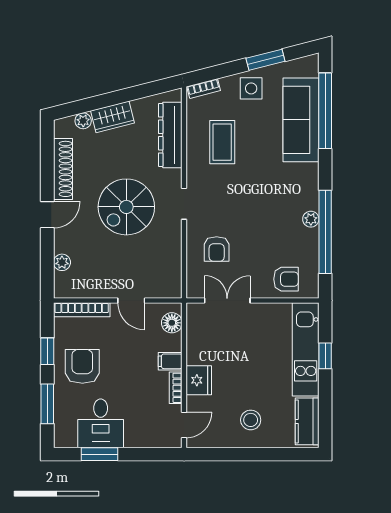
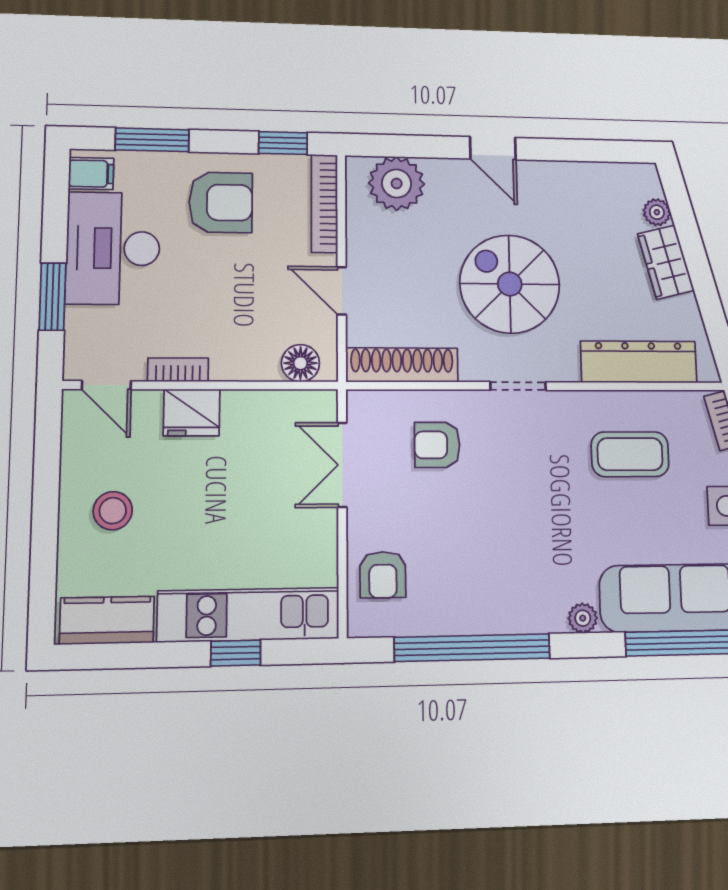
shoe rack: (63, 169) -> (402, 365), moved, turned 180
plant: (311, 219) -> (583, 618), moved
plant: (62, 262) -> (397, 184), width x1.88, depth x1.88
door: (131, 300) -> (342, 291), hinge flipped
double door: (227, 300) -> (342, 465), swing flipped
window: (47, 351) -> (283, 143), moved
filing cabinet: (170, 361) -> (91, 174), moved, turned 90
desk: (101, 423) -> (113, 248), width x1.37
window: (99, 454) -> (52, 297), moved

